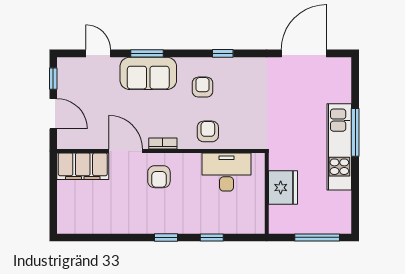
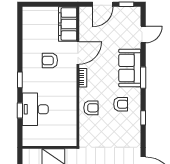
window: (147, 53) -> (143, 78), moved
desk: (227, 172) -> (35, 109), moved, turned 180
armchair: (159, 177) -> (50, 60), moved

